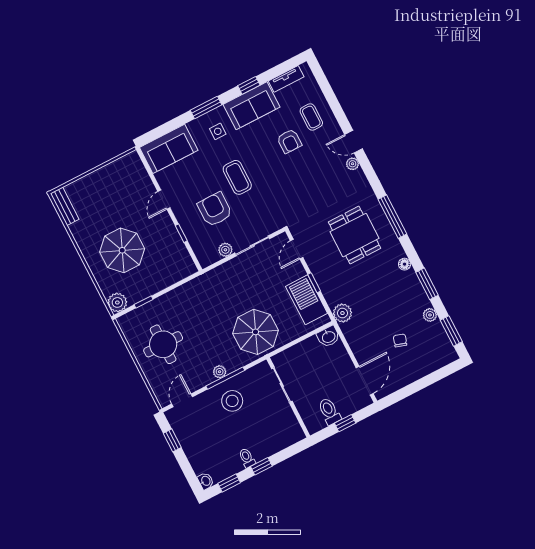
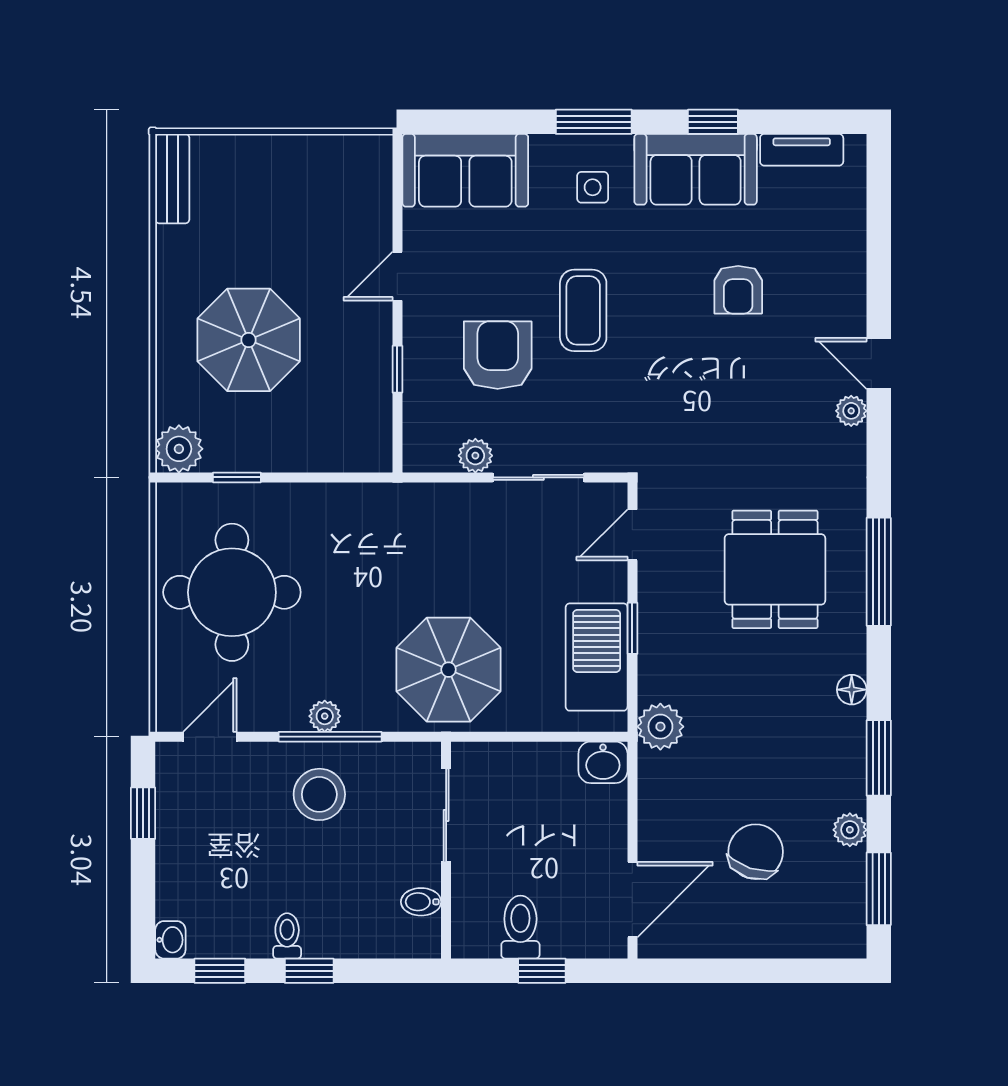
coffee table: (311, 117) -> (814, 262), removed
chair: (400, 340) -> (756, 852), width x1.87, depth x1.87
round table: (163, 344) -> (232, 592), width x1.36, depth x1.36
bidet: (289, 421) -> (421, 902), added

